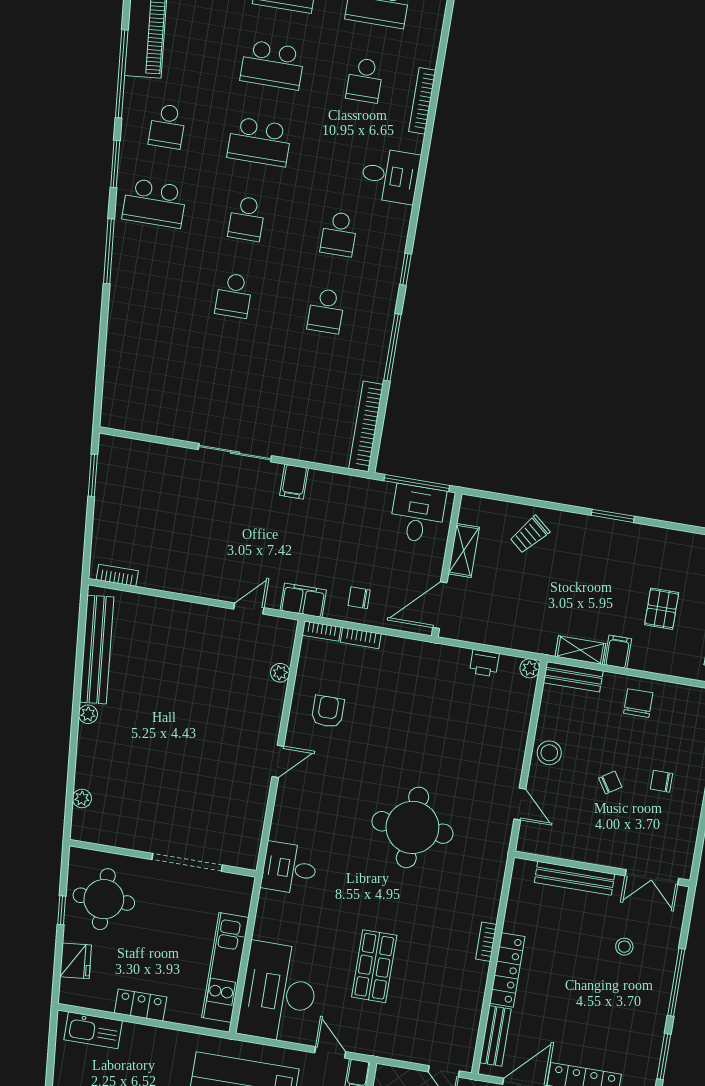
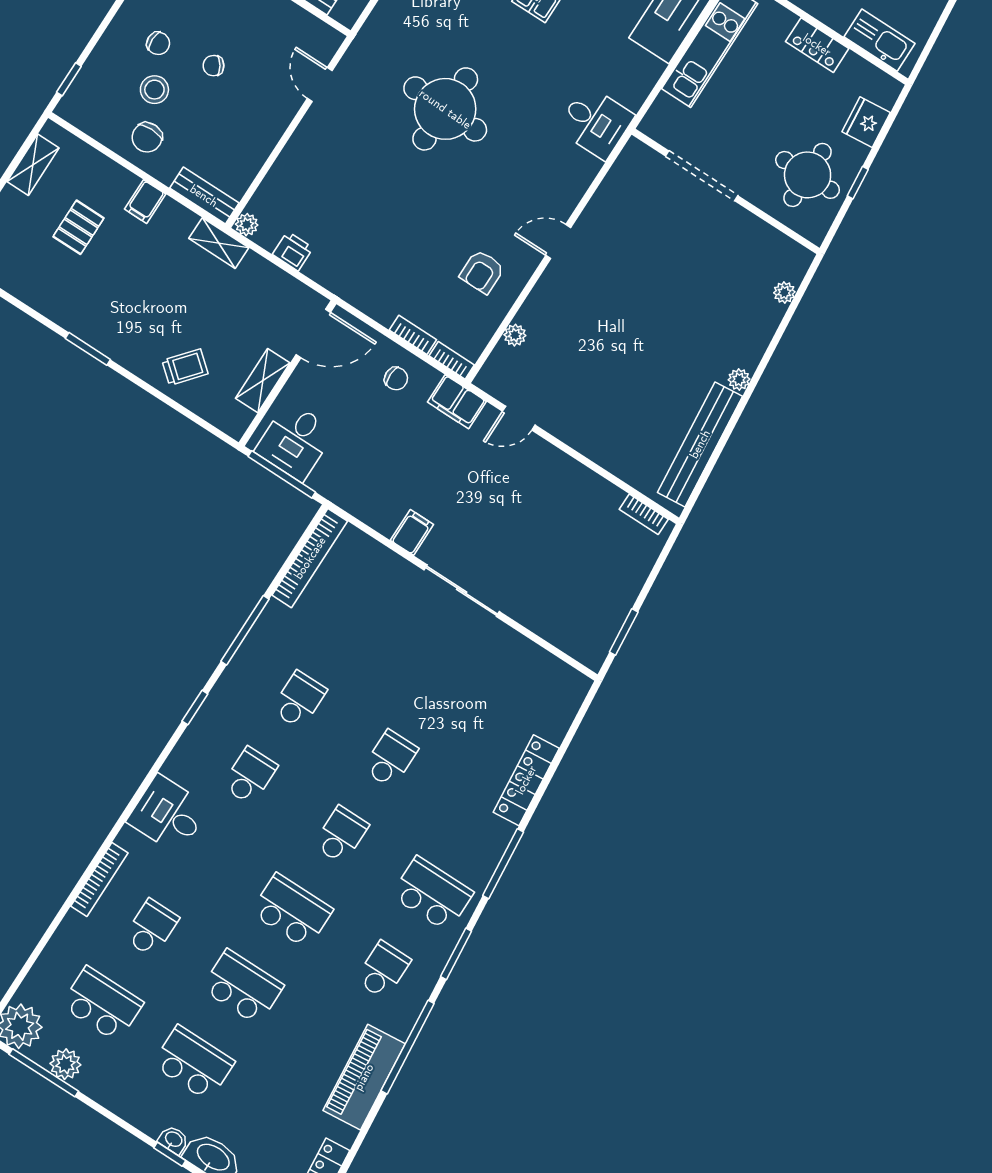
locker: (119, 325) -> (526, 780), added
shelving: (580, 650) -> (219, 243), moved
stool: (549, 753) -> (154, 90), moved

